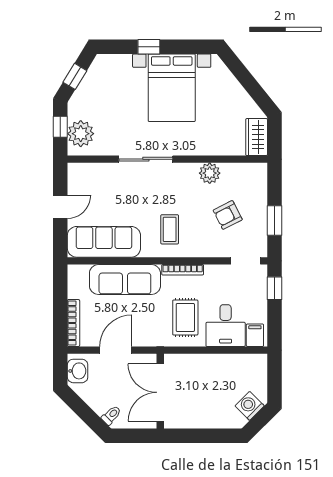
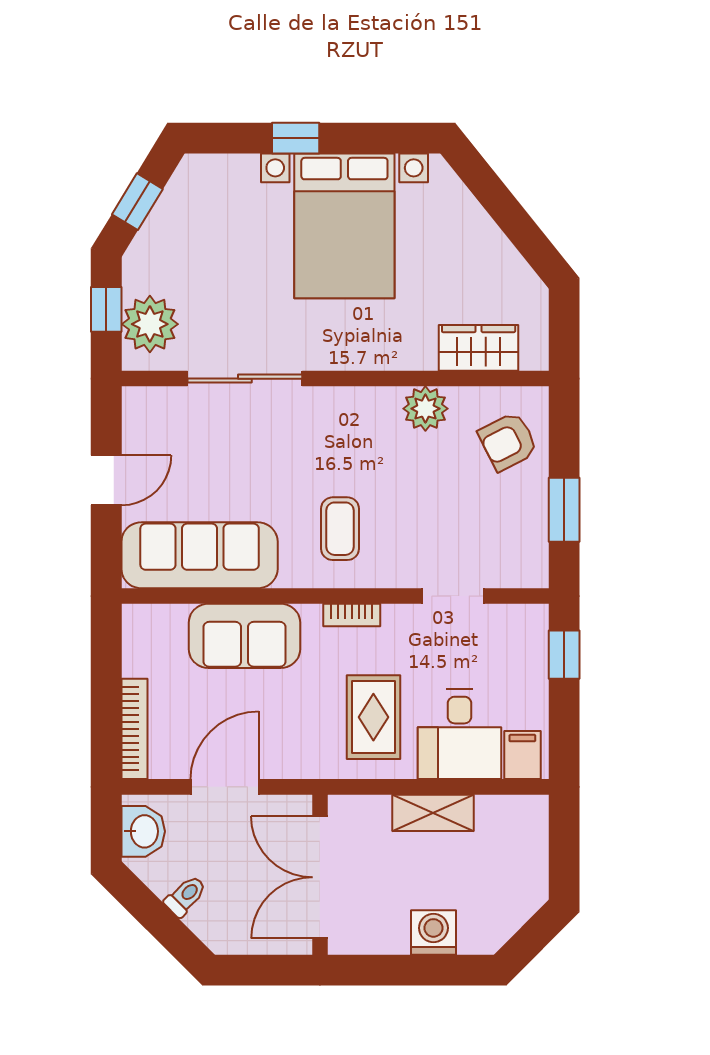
wardrobe: (257, 137) -> (479, 348), moved, turned 90
sliding door: (146, 159) -> (245, 379), moved
armchair: (228, 215) -> (508, 441), moved
doorway: (246, 261) -> (453, 596), moved
bookcase: (183, 270) -> (352, 615), width x0.64
sofa: (125, 280) -> (244, 636), width x0.73
shelving: (213, 362) -> (433, 813), added
washing machine: (250, 406) -> (433, 932), moved, turned 45
toilet: (111, 415) -> (185, 896), moved

